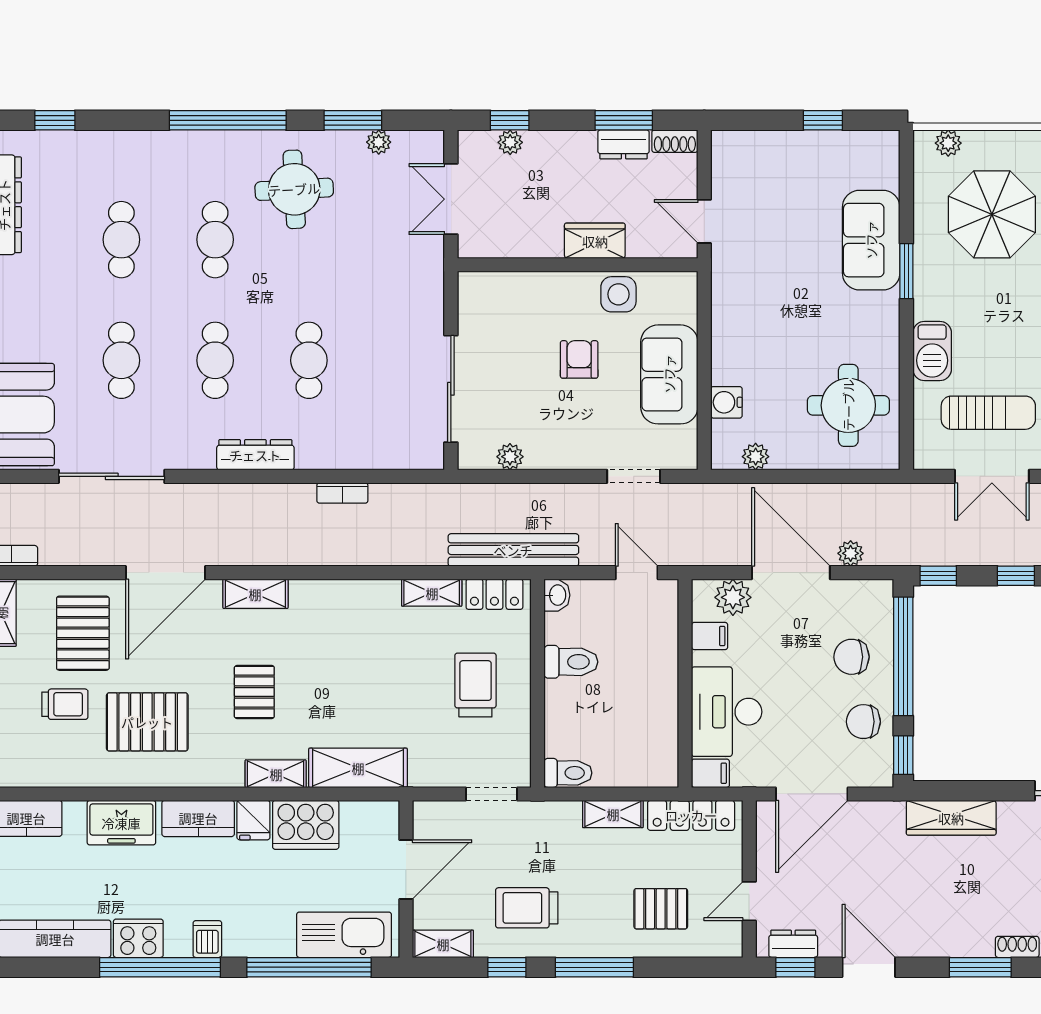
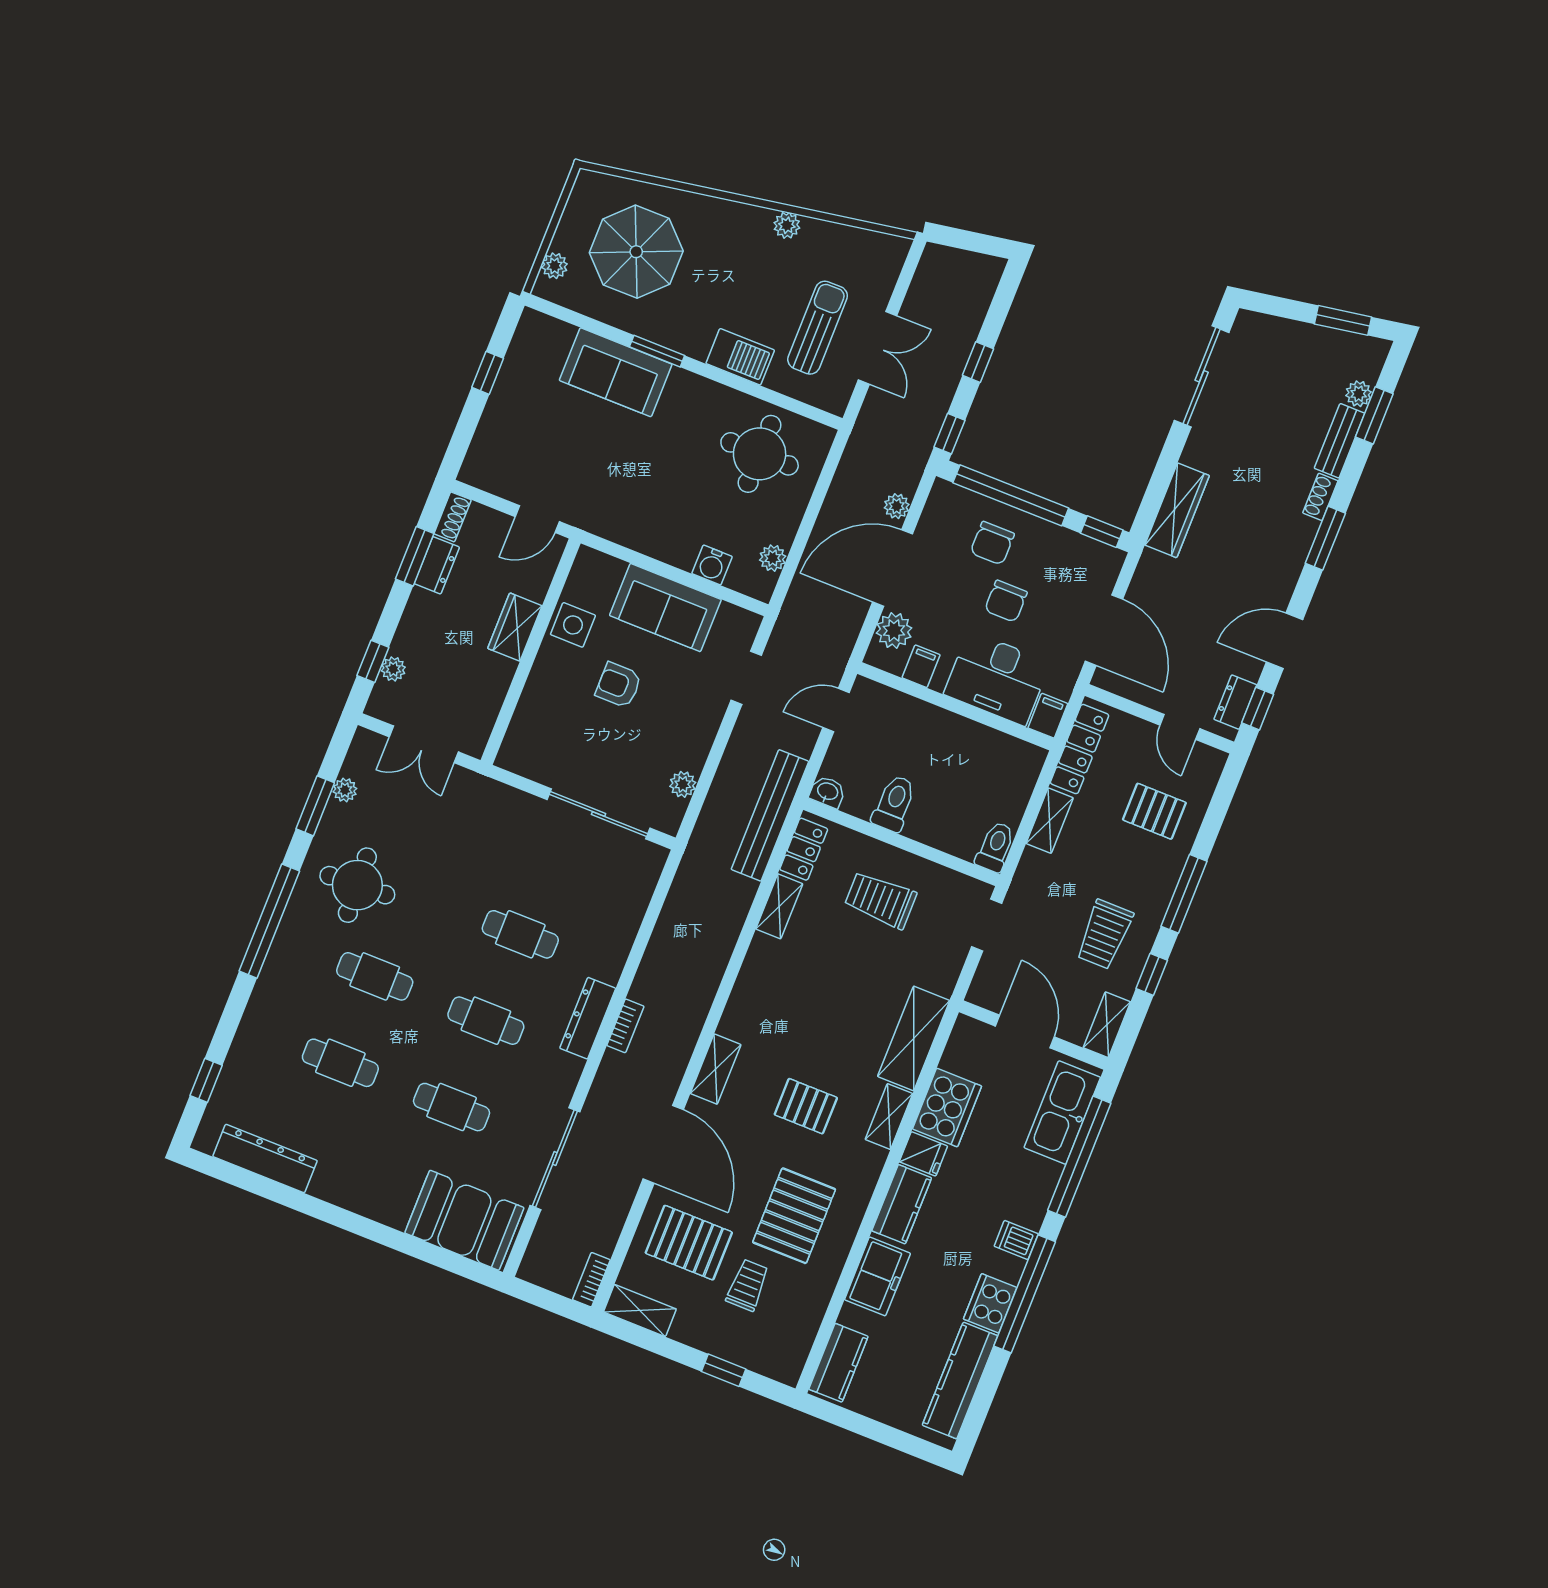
bookcase: (342, 493) -> (625, 1026), moved
chair: (863, 722) -> (1006, 601), moved
pallet: (661, 909) -> (1154, 811), turned 90

